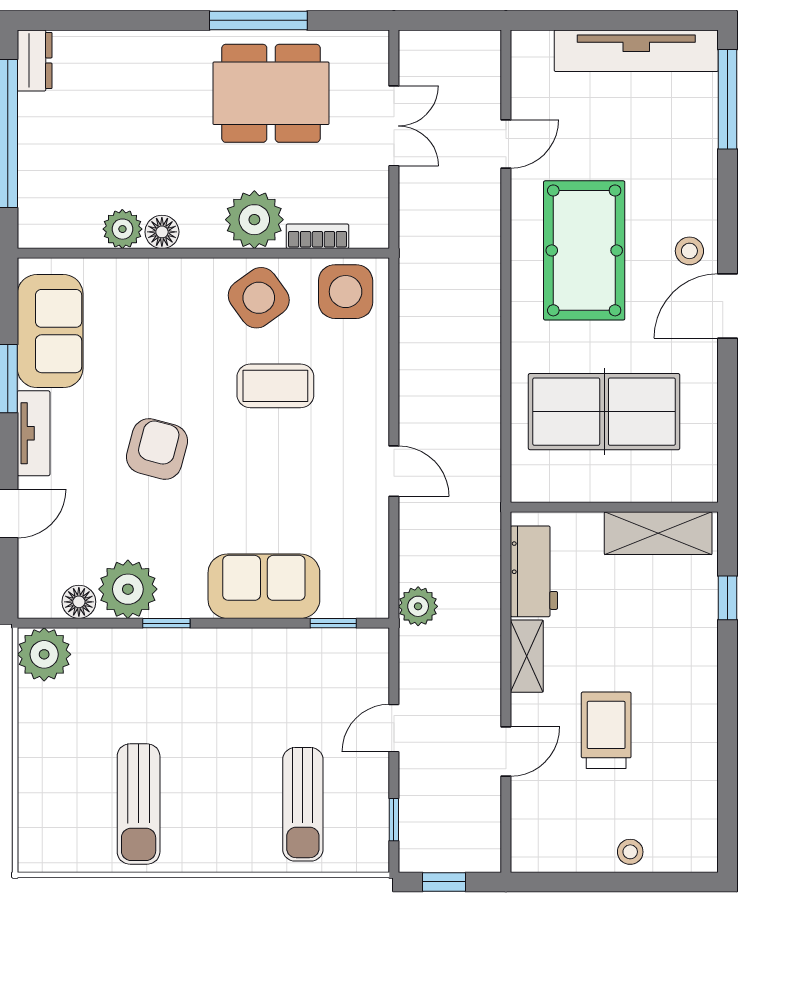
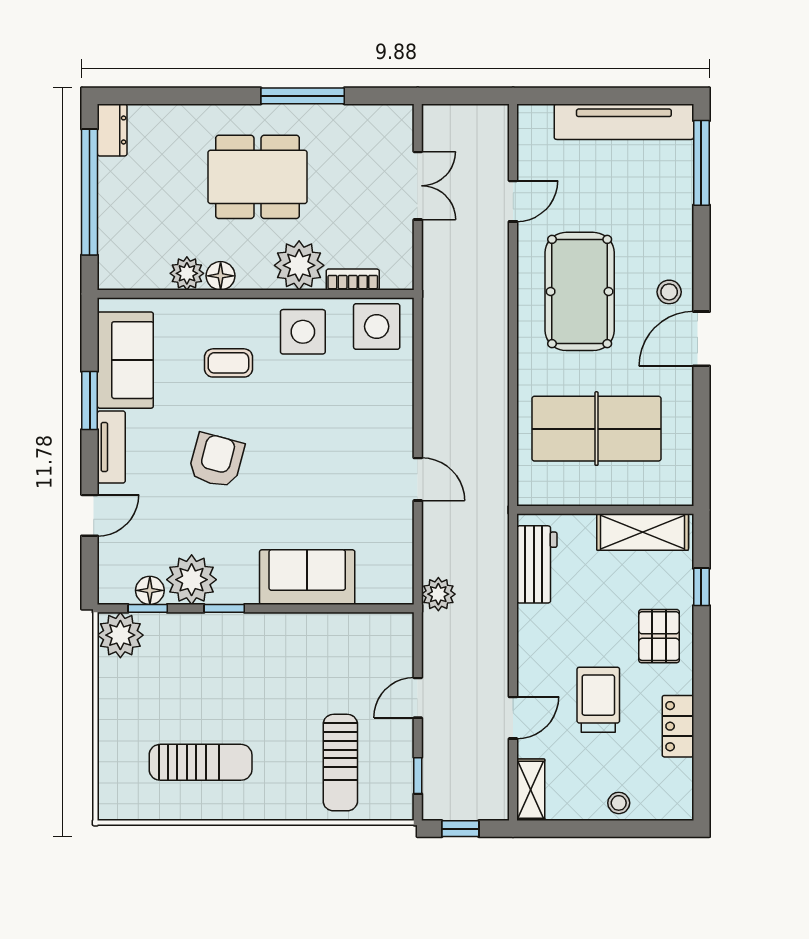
dining table: (271, 93) -> (258, 177), moved
side table: (259, 298) -> (303, 332), turned 36
coffee table: (275, 386) -> (228, 363), moved, width x0.73, depth x0.77
window: (333, 623) -> (148, 608), moved
shelving: (527, 656) -> (531, 790), moved
pallet: (678, 656) -> (659, 636), added
locker: (700, 762) -> (678, 726), added
sun lounger: (139, 804) -> (201, 762), turned -90

